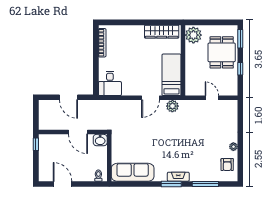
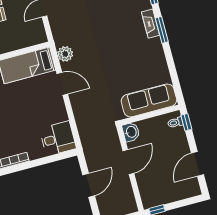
sofa: (133, 172) -> (149, 100), moved, turned 90
window: (96, 184) -> (186, 122), added

